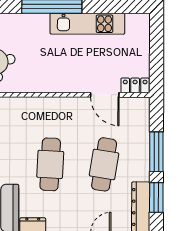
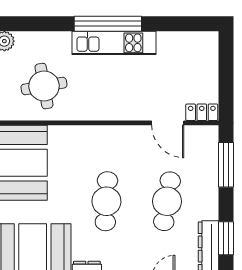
kitchen unit: (87, 24) -> (114, 43), moved
window: (156, 152) -> (226, 165), moved

